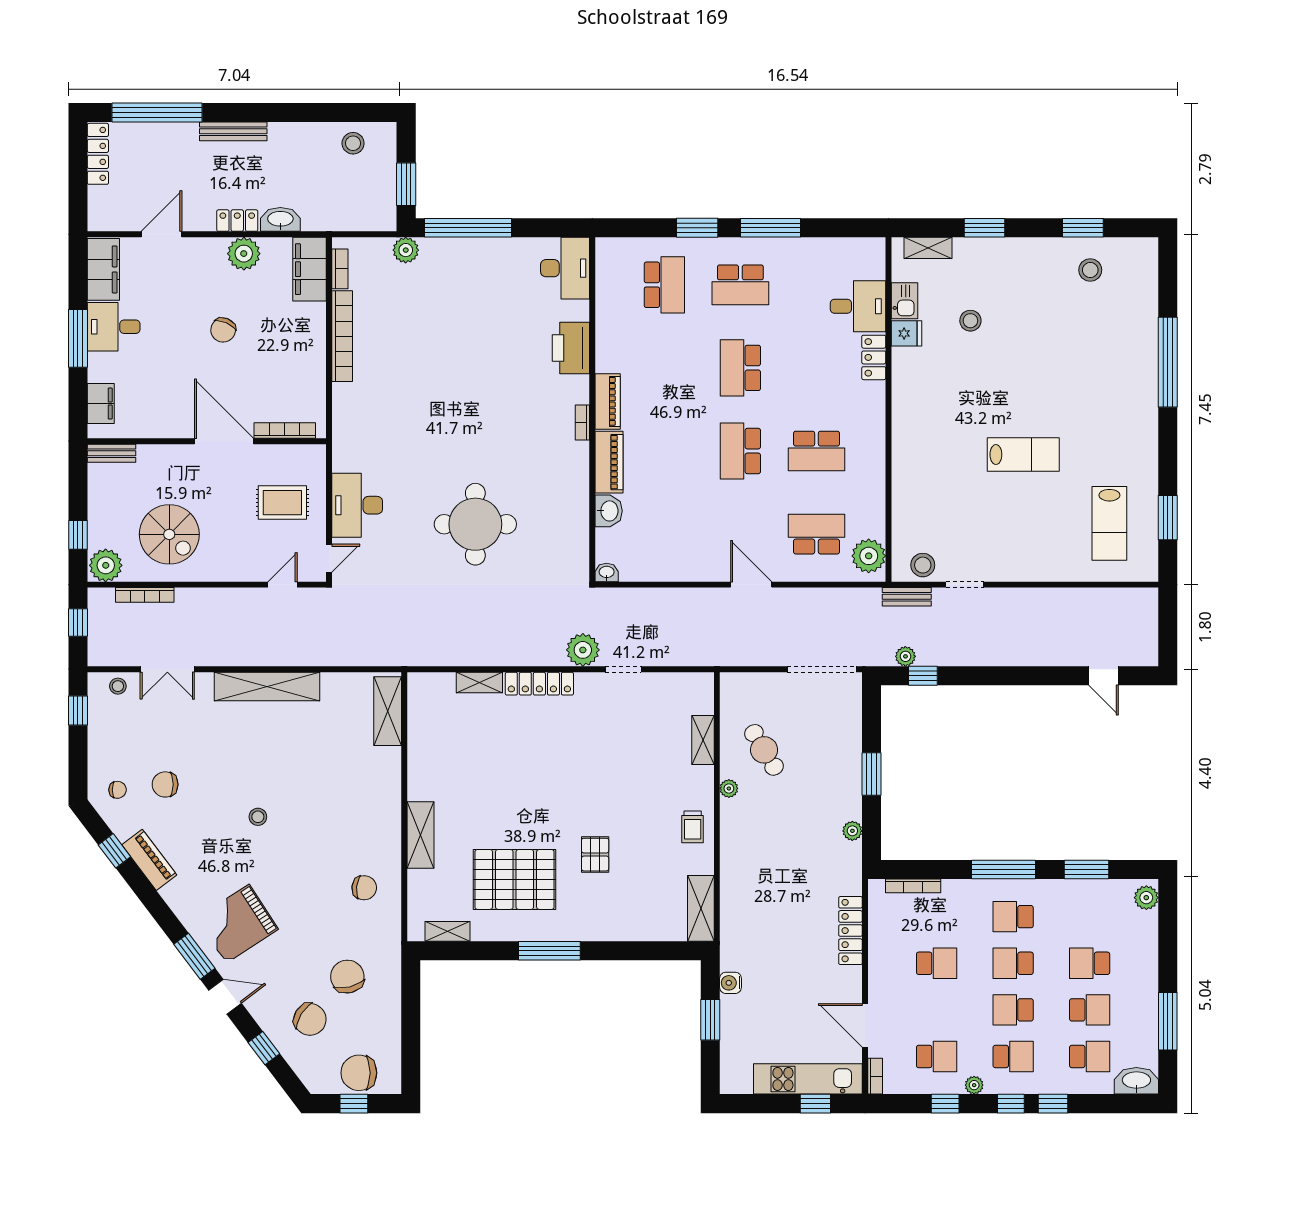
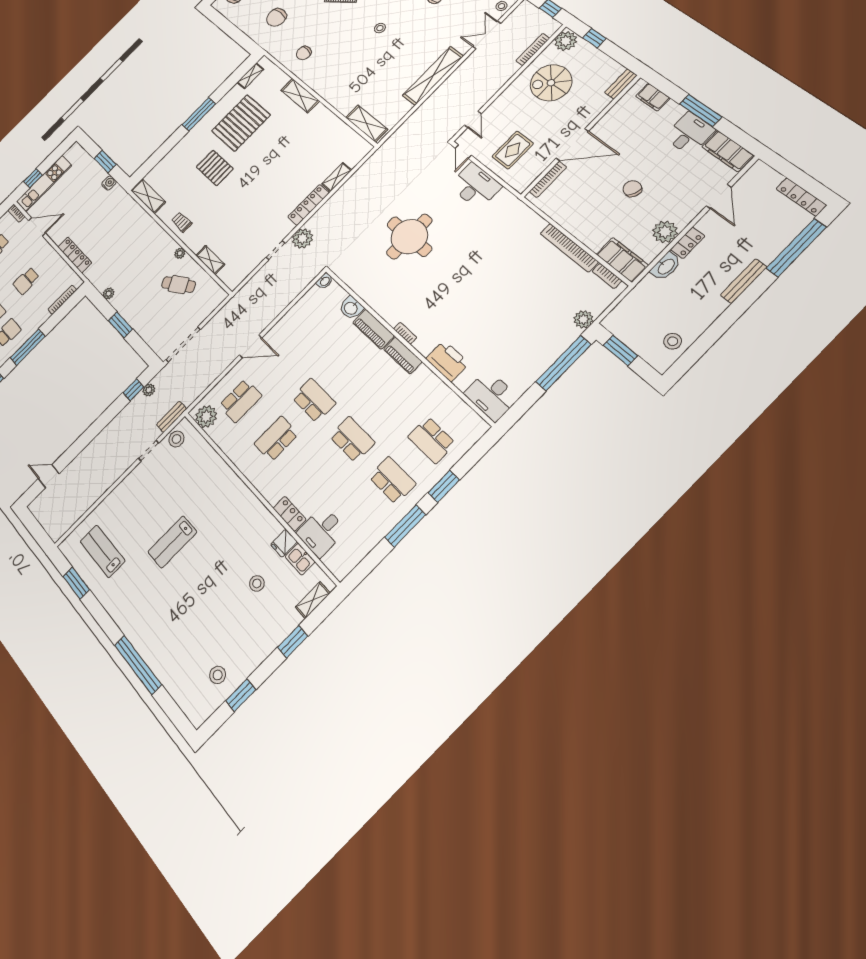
school desk: (740, 285) -> (392, 480), turned 90
pallet: (595, 855) -> (215, 168), width x1.50, depth x1.42
chair: (347, 977) -> (276, 17), turned 104

